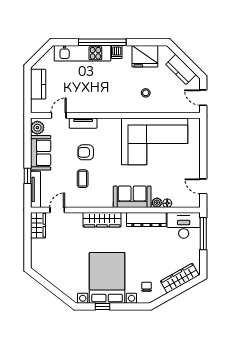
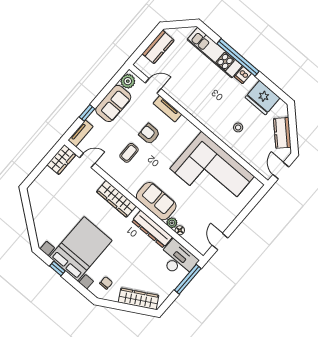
tv unit: (36, 189) -> (80, 133), width x0.71

